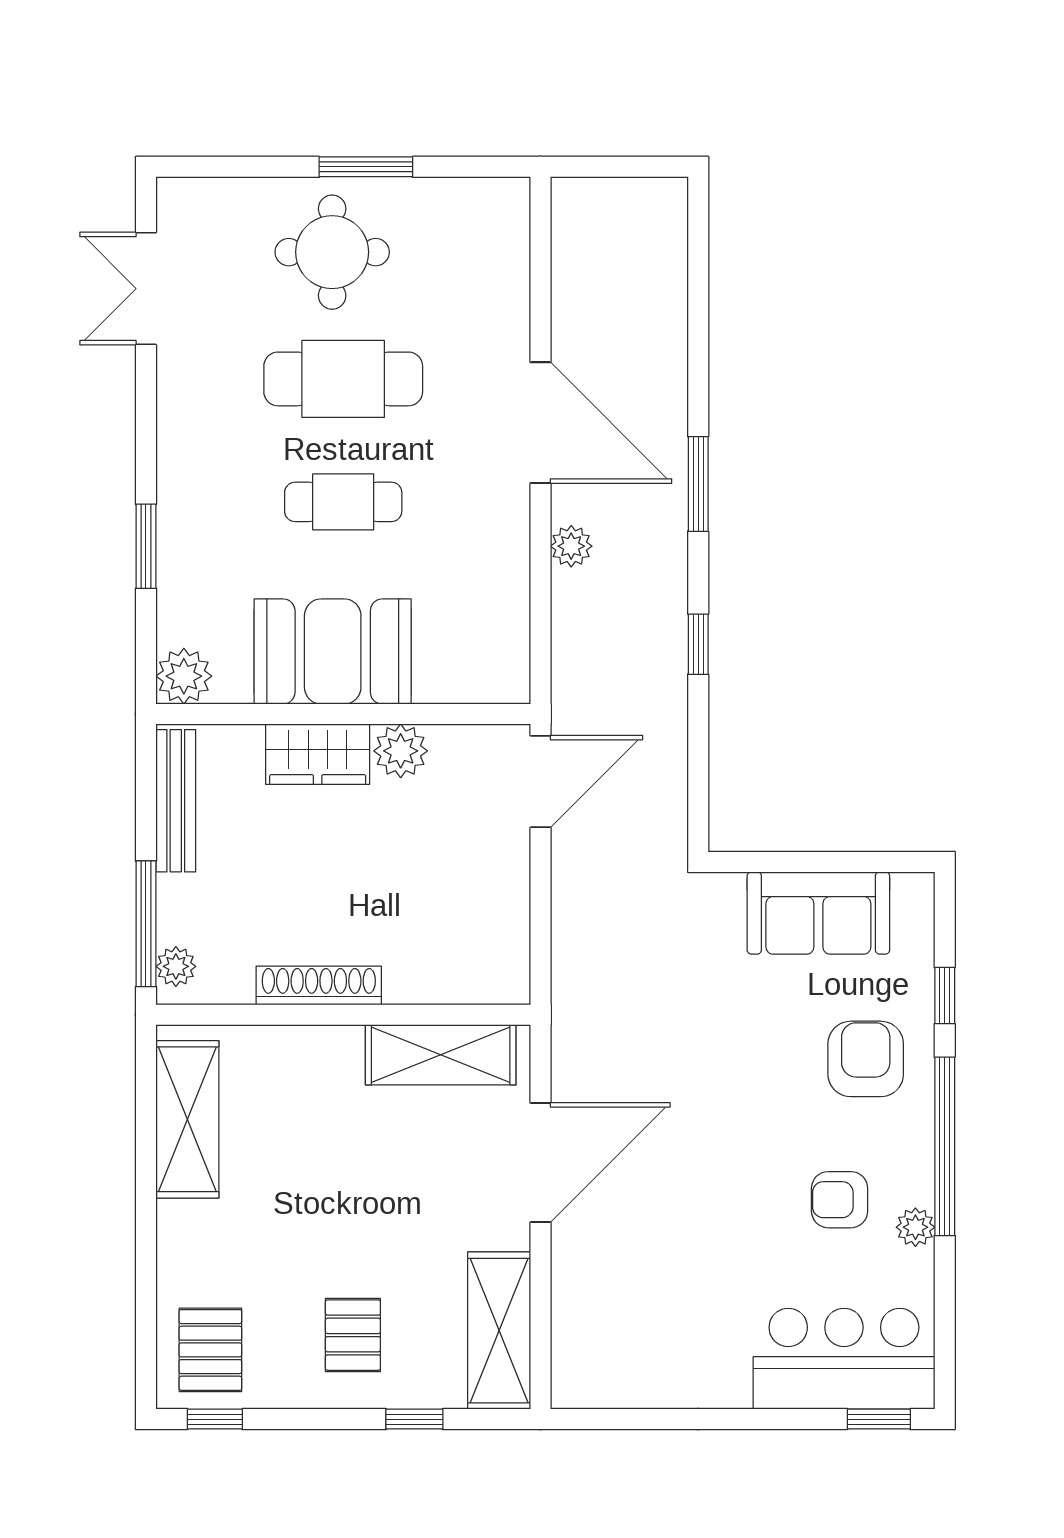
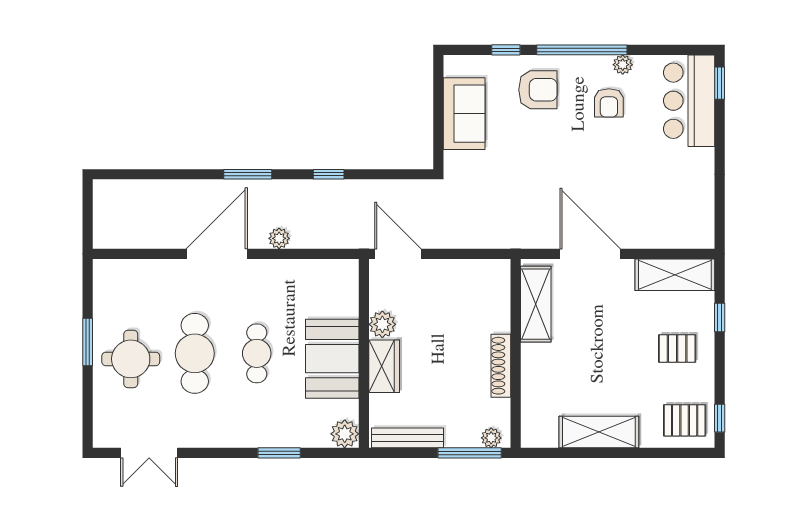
armchair: (866, 1059) -> (538, 90), turned 180
shelving: (187, 1119) -> (599, 432), moved

